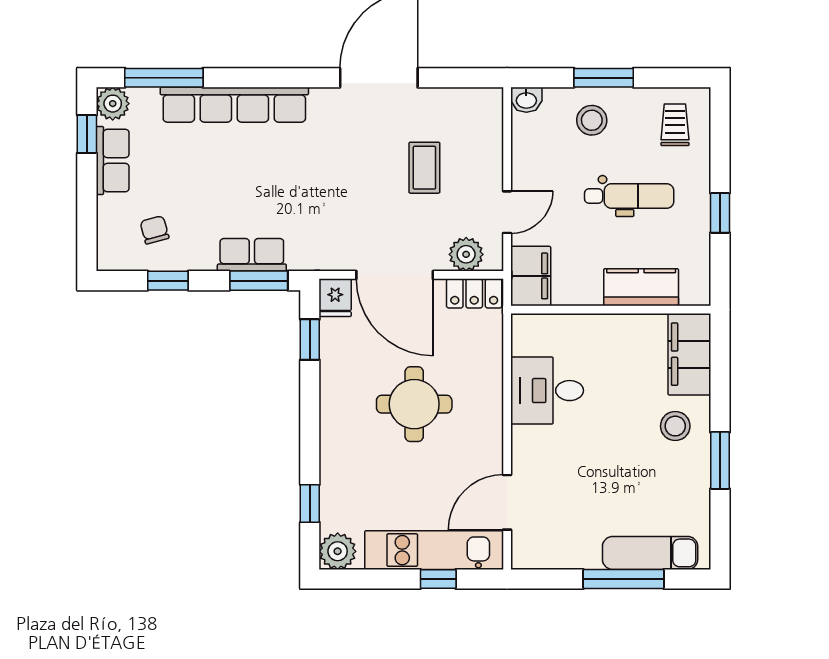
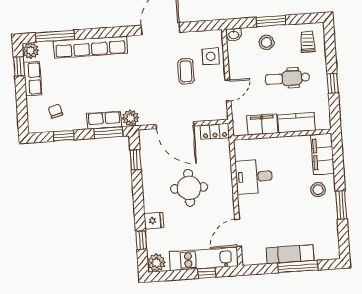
side table: (477, 141) -> (211, 56), added
dental chair: (629, 196) -> (288, 78), turned 180
plant: (466, 254) -> (131, 118), moved
filing cabinet: (531, 276) -> (262, 124), moved, turned -90
fridge: (335, 298) -> (154, 221), moved, turned -90
exam couch: (650, 553) -> (290, 254), moved

